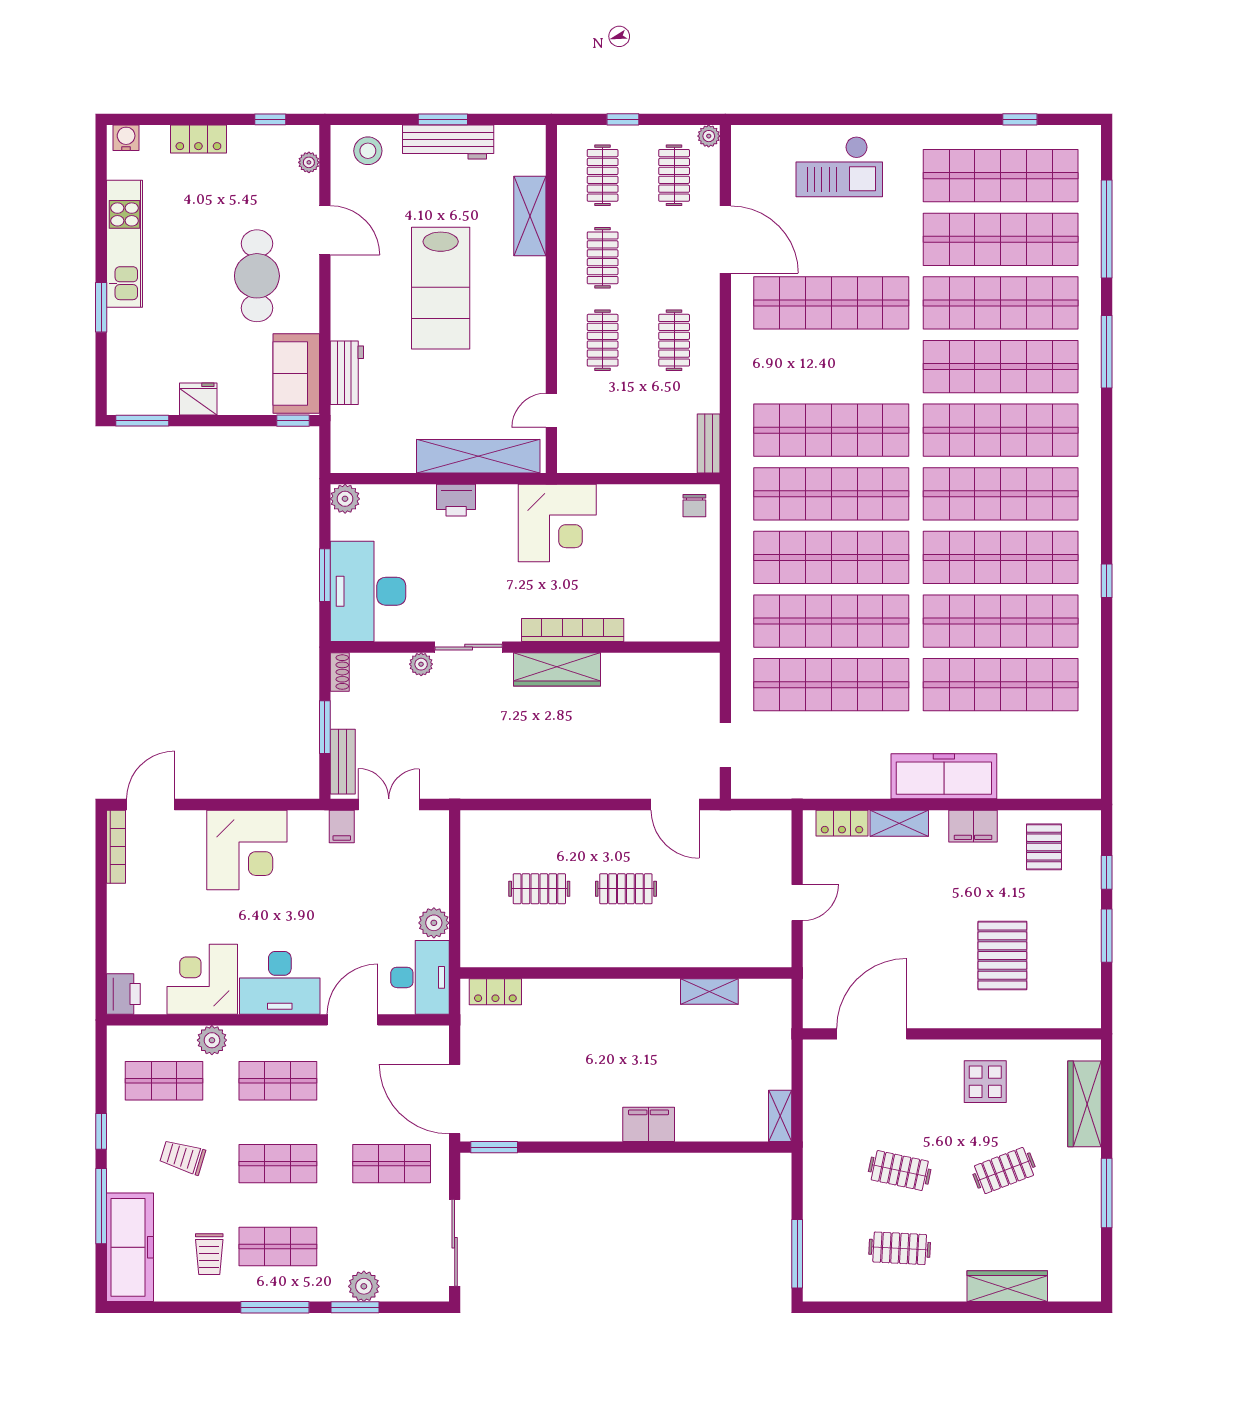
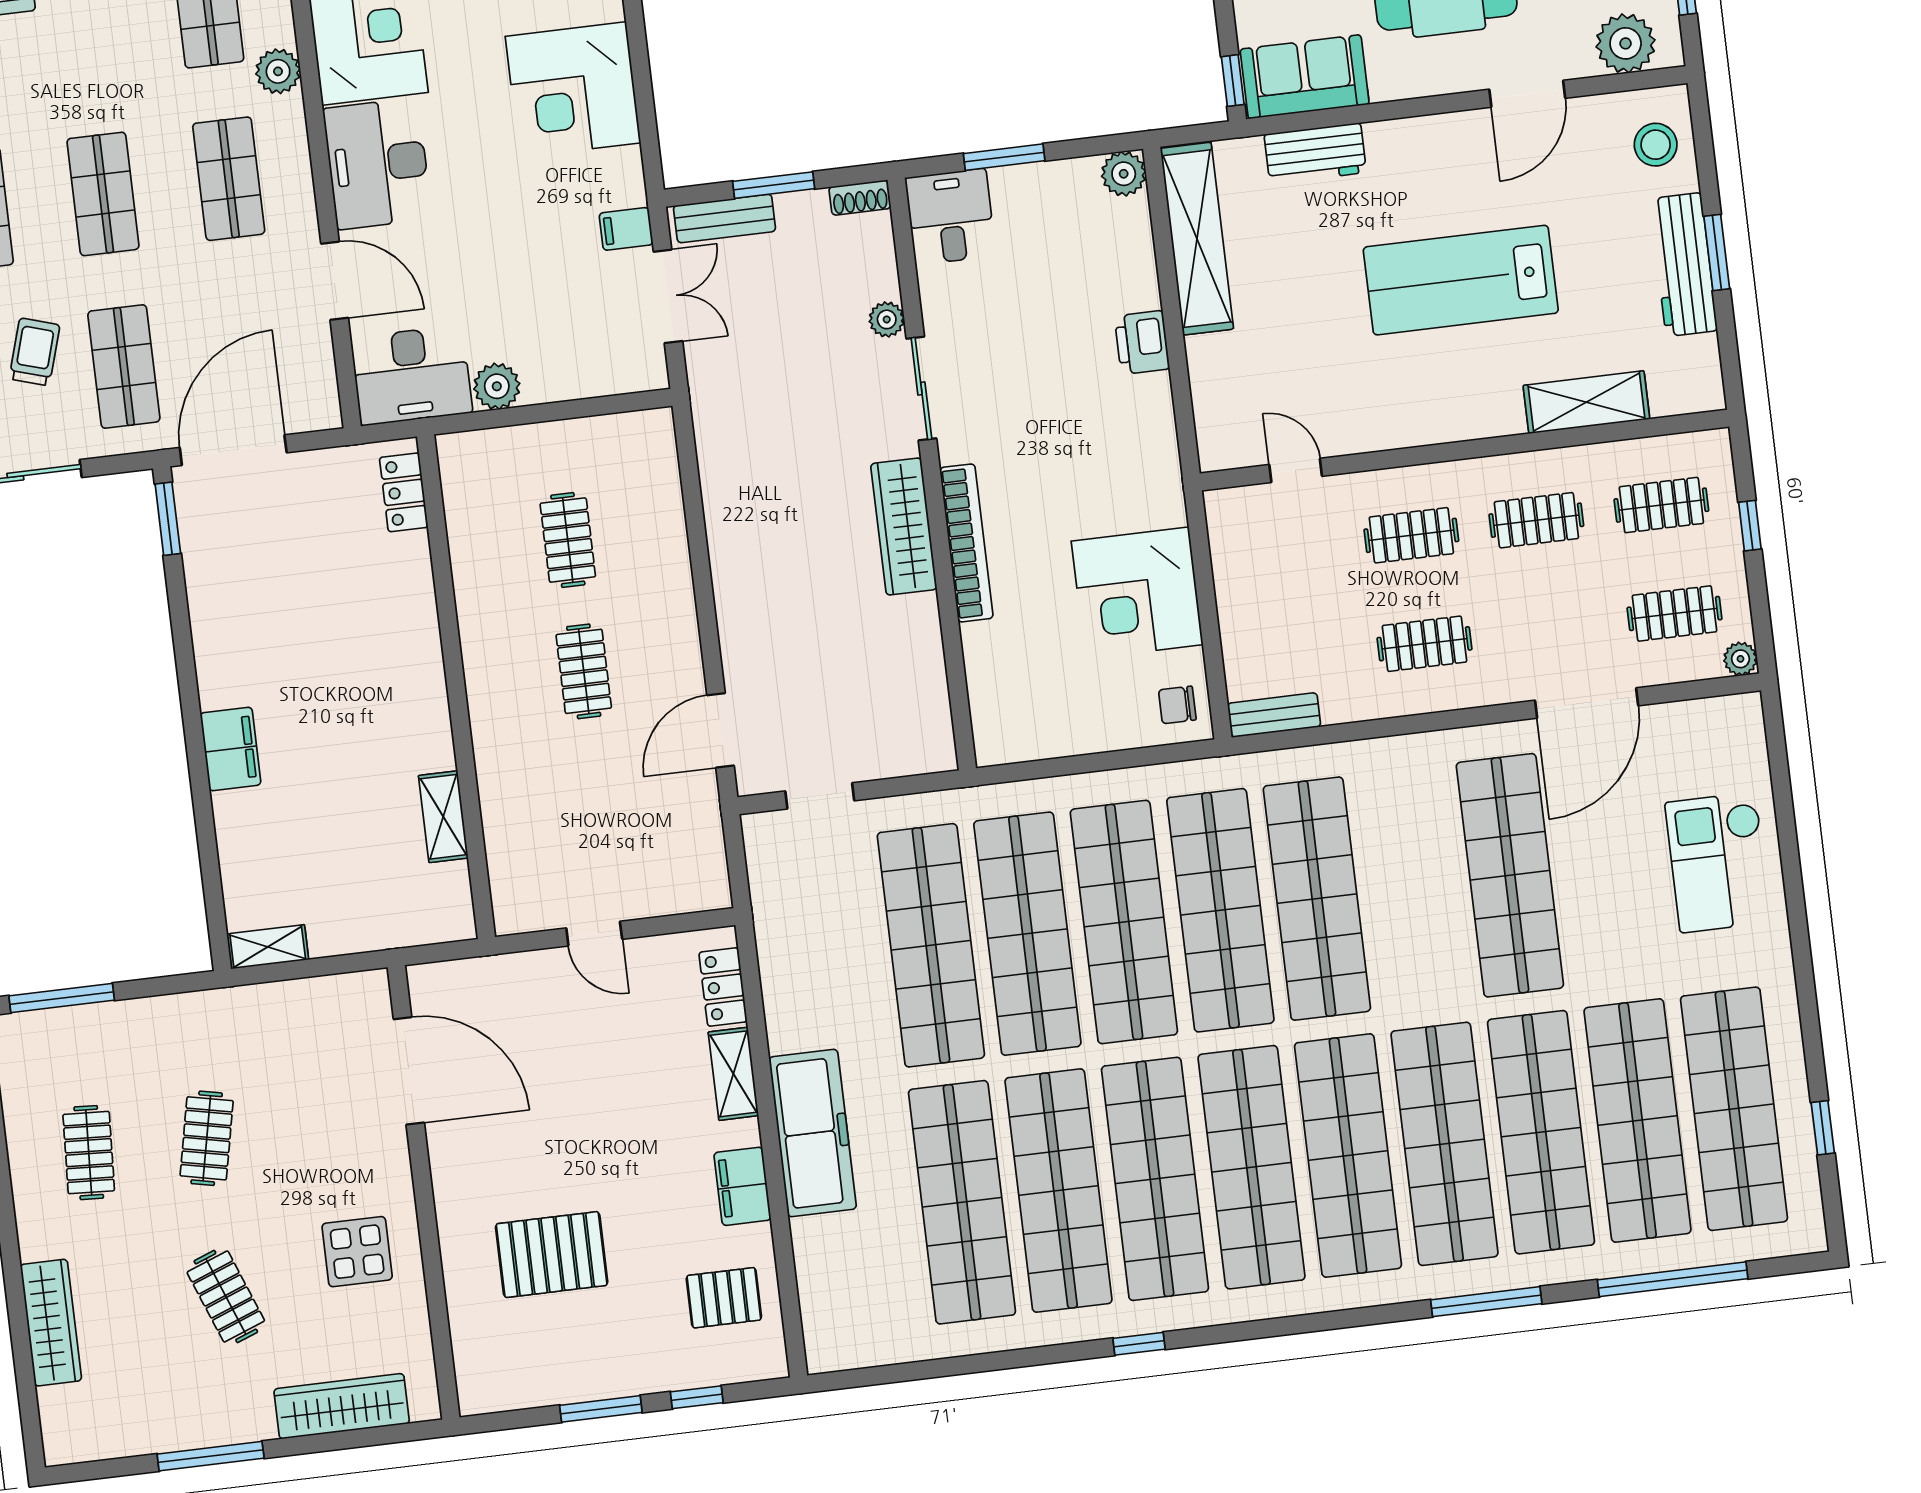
plant: (309, 162) -> (1626, 43), width x1.88, depth x1.88
shelving: (478, 456) -> (1197, 239), moved
corner desk: (557, 523) -> (1137, 593), moved
desk: (368, 591) -> (950, 217), width x0.53, depth x0.77
trolley: (183, 1157) -> (34, 352), moved

